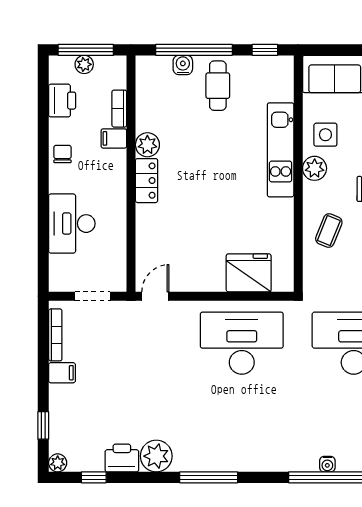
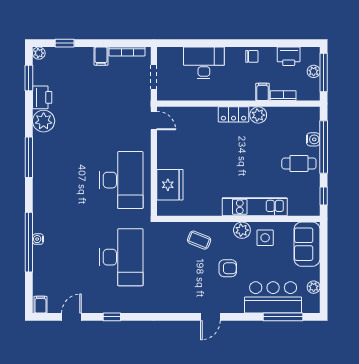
window: (94, 477) -> (29, 78), width x1.50

